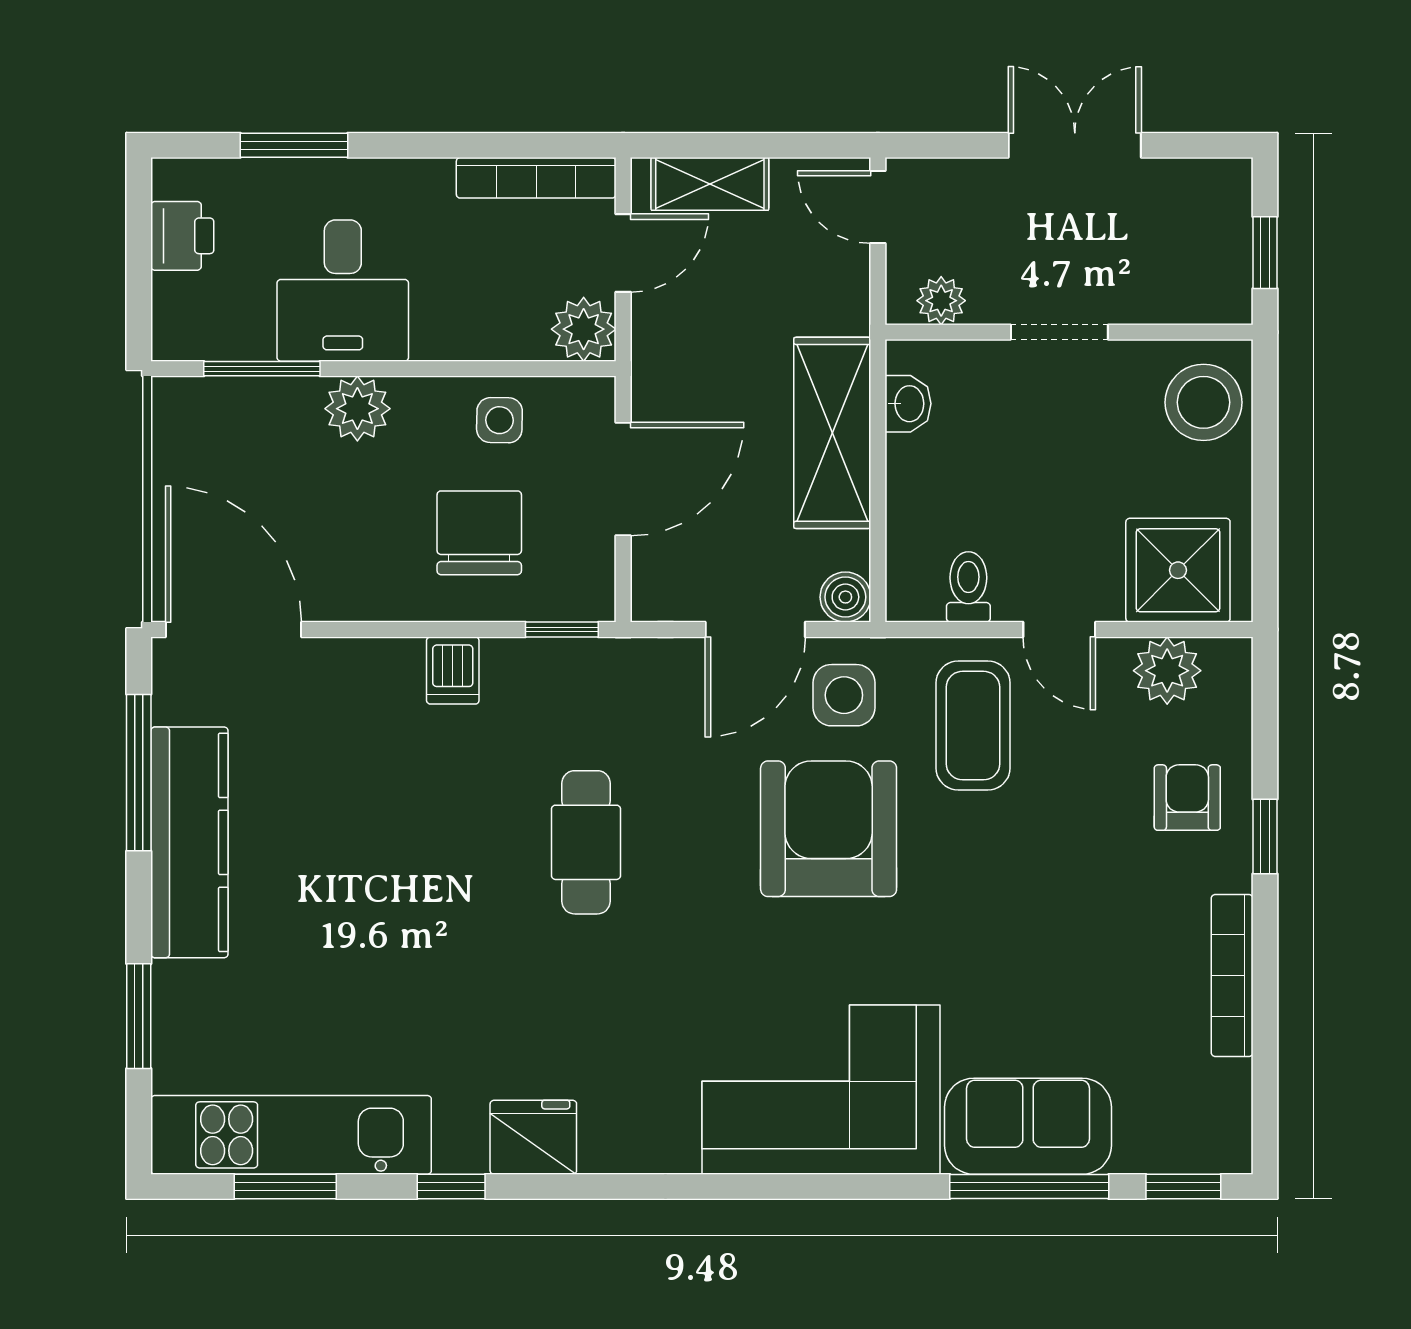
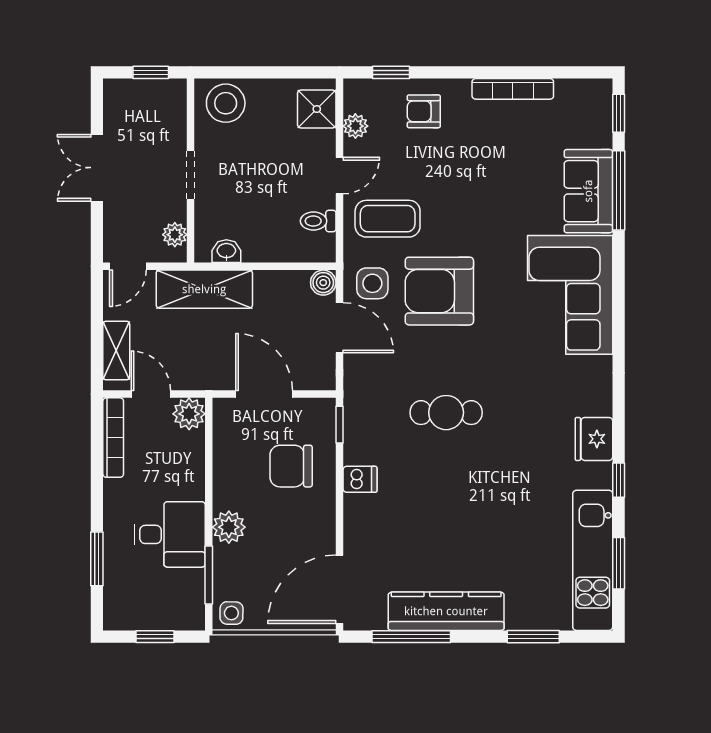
printer: (182, 236) -> (142, 615), removed
window: (139, 261) -> (155, 637), added
side table: (499, 420) -> (231, 613), moved
shelving: (832, 433) -> (204, 289), moved
shower: (1178, 570) -> (317, 109), width x0.73, depth x0.73
plant: (1167, 671) -> (355, 126), width x0.73, depth x0.73
window: (1265, 836) -> (391, 72), moved

